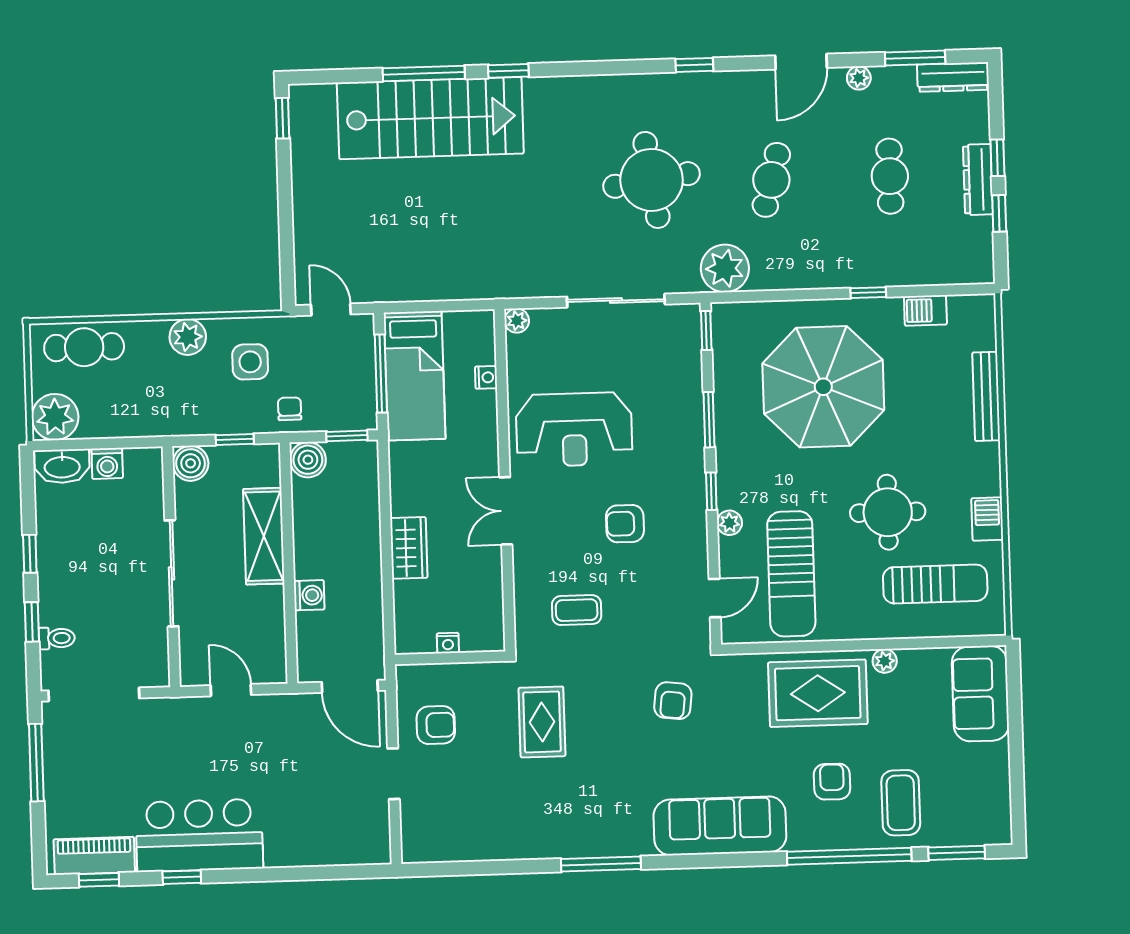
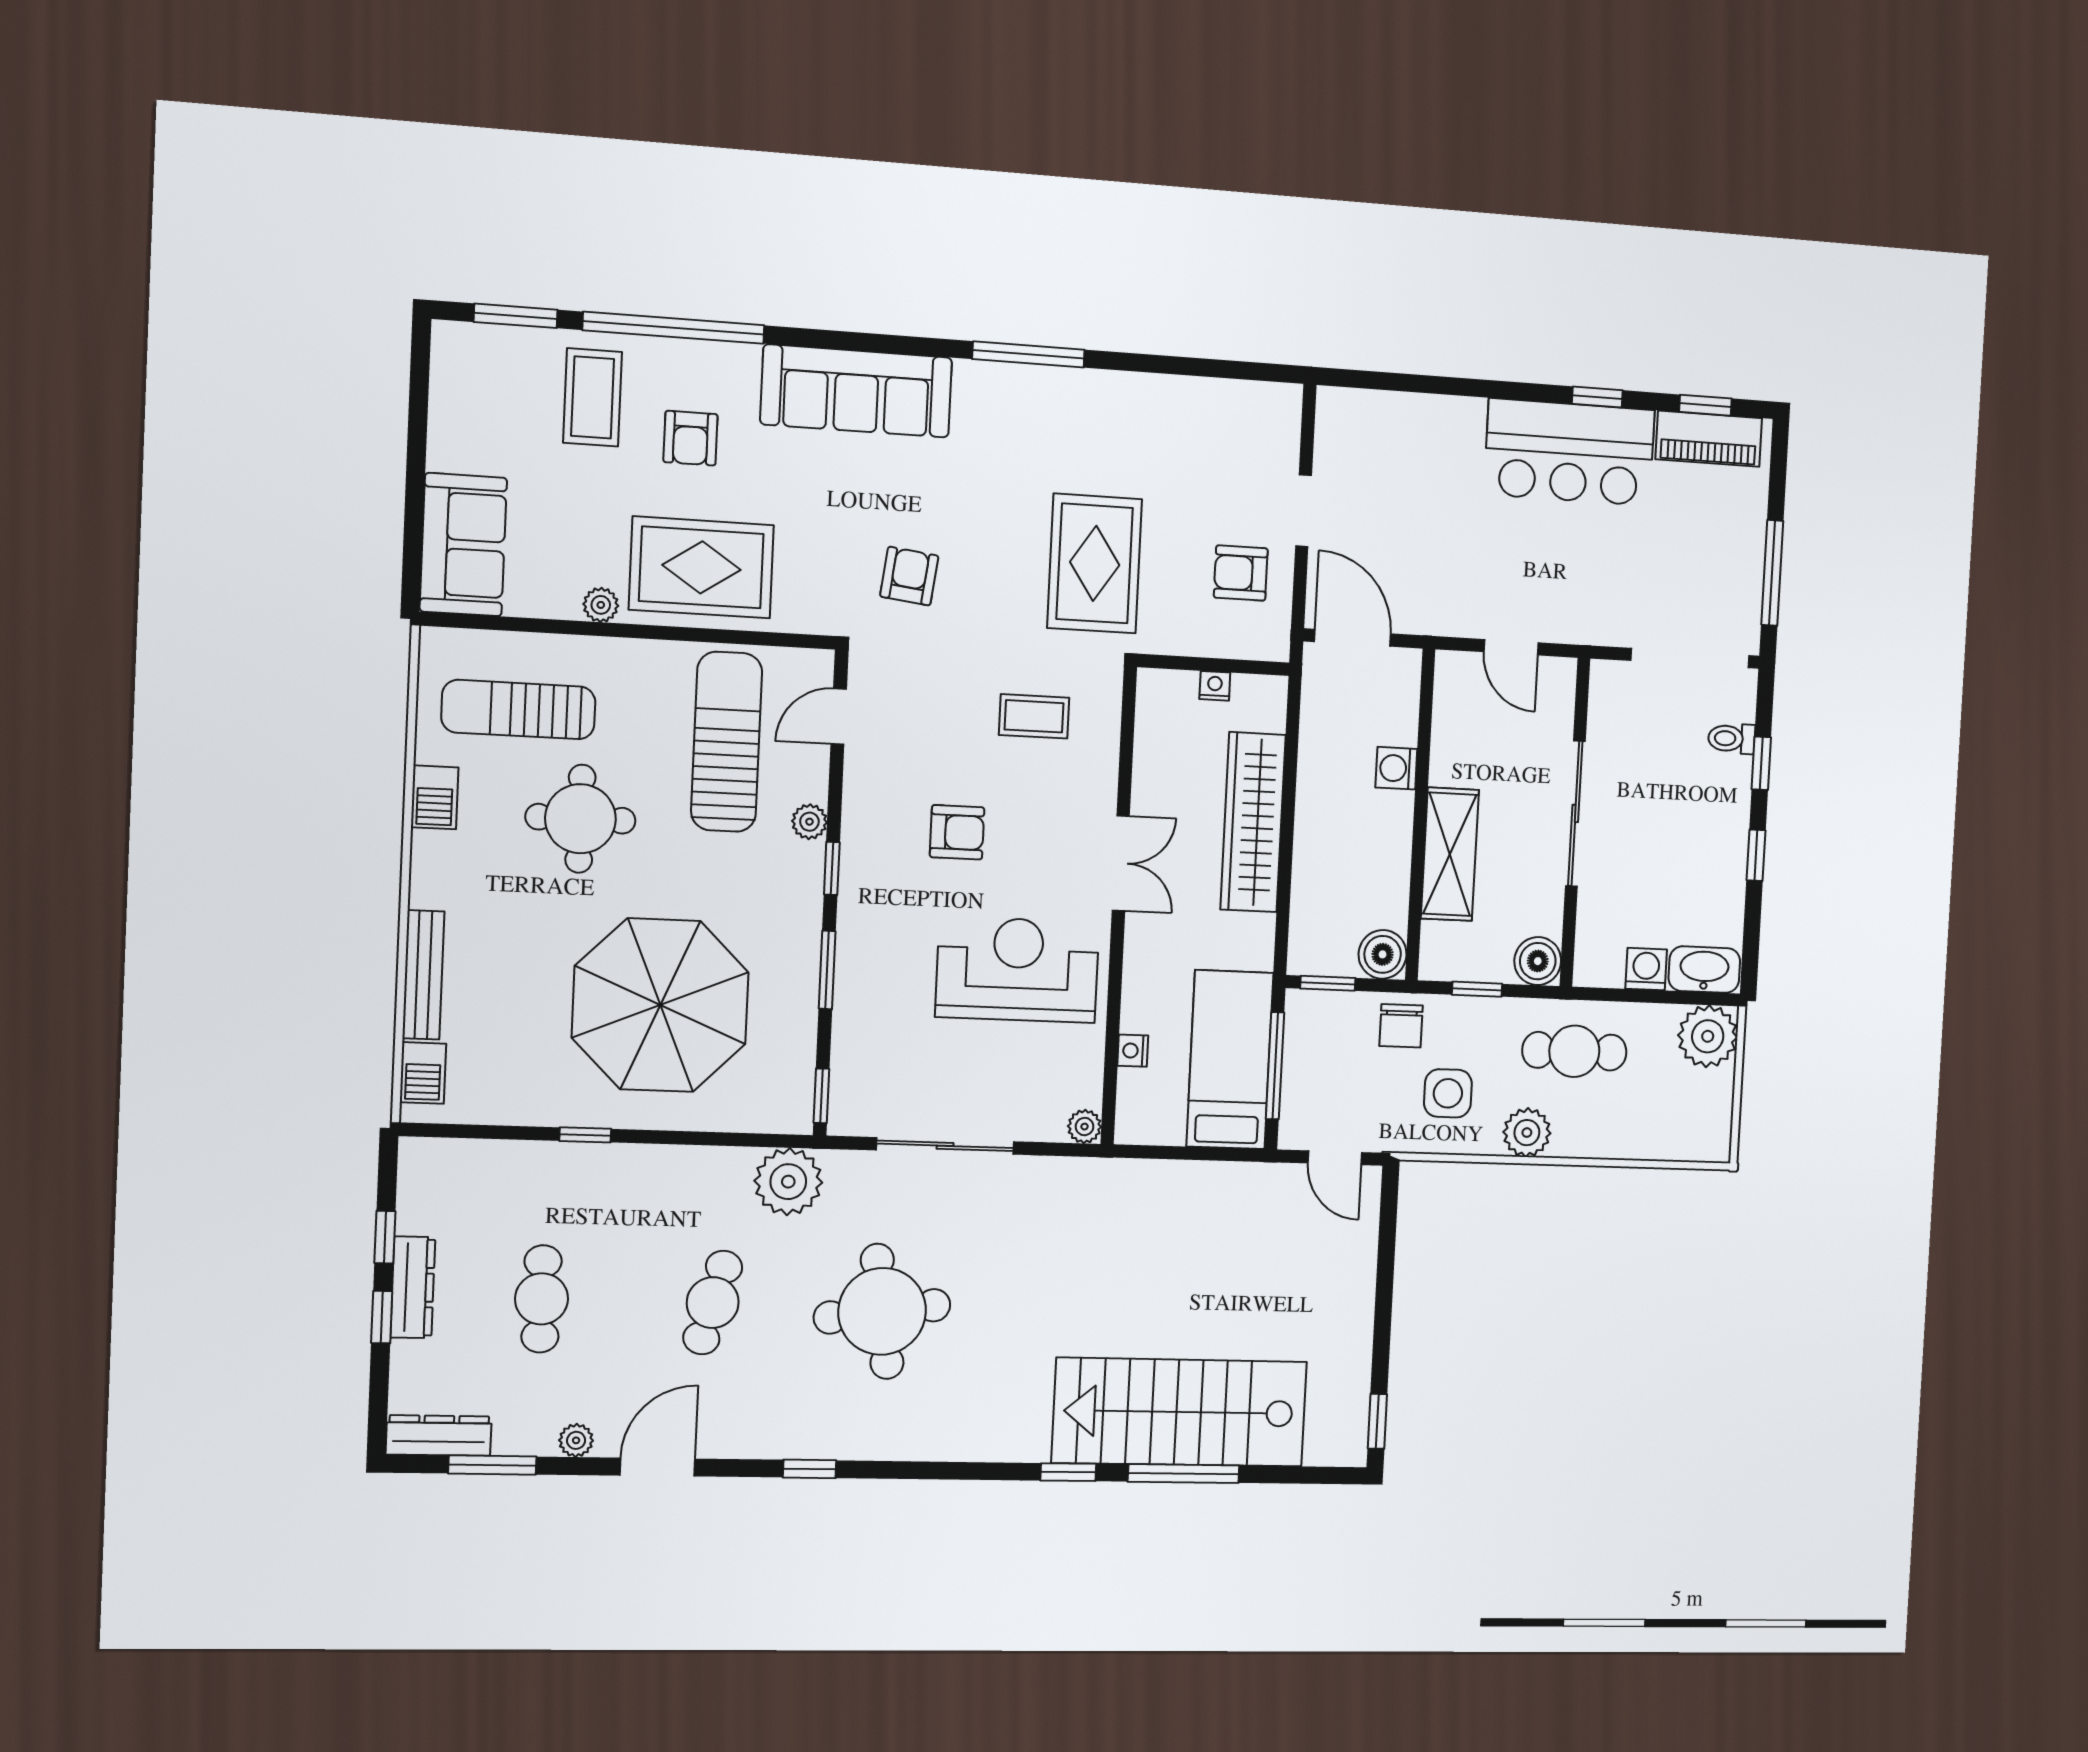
barbecue: (925, 310) -> (423, 1073), moved, turned 90
cafe table: (84, 347) -> (1574, 1051), moved
chair: (290, 409) -> (1401, 1026), width x1.37, depth x1.37
wardrobe: (409, 548) -> (1253, 822), width x2.10, depth x1.17
rug: (542, 722) -> (1095, 563), width x1.36, depth x1.43

